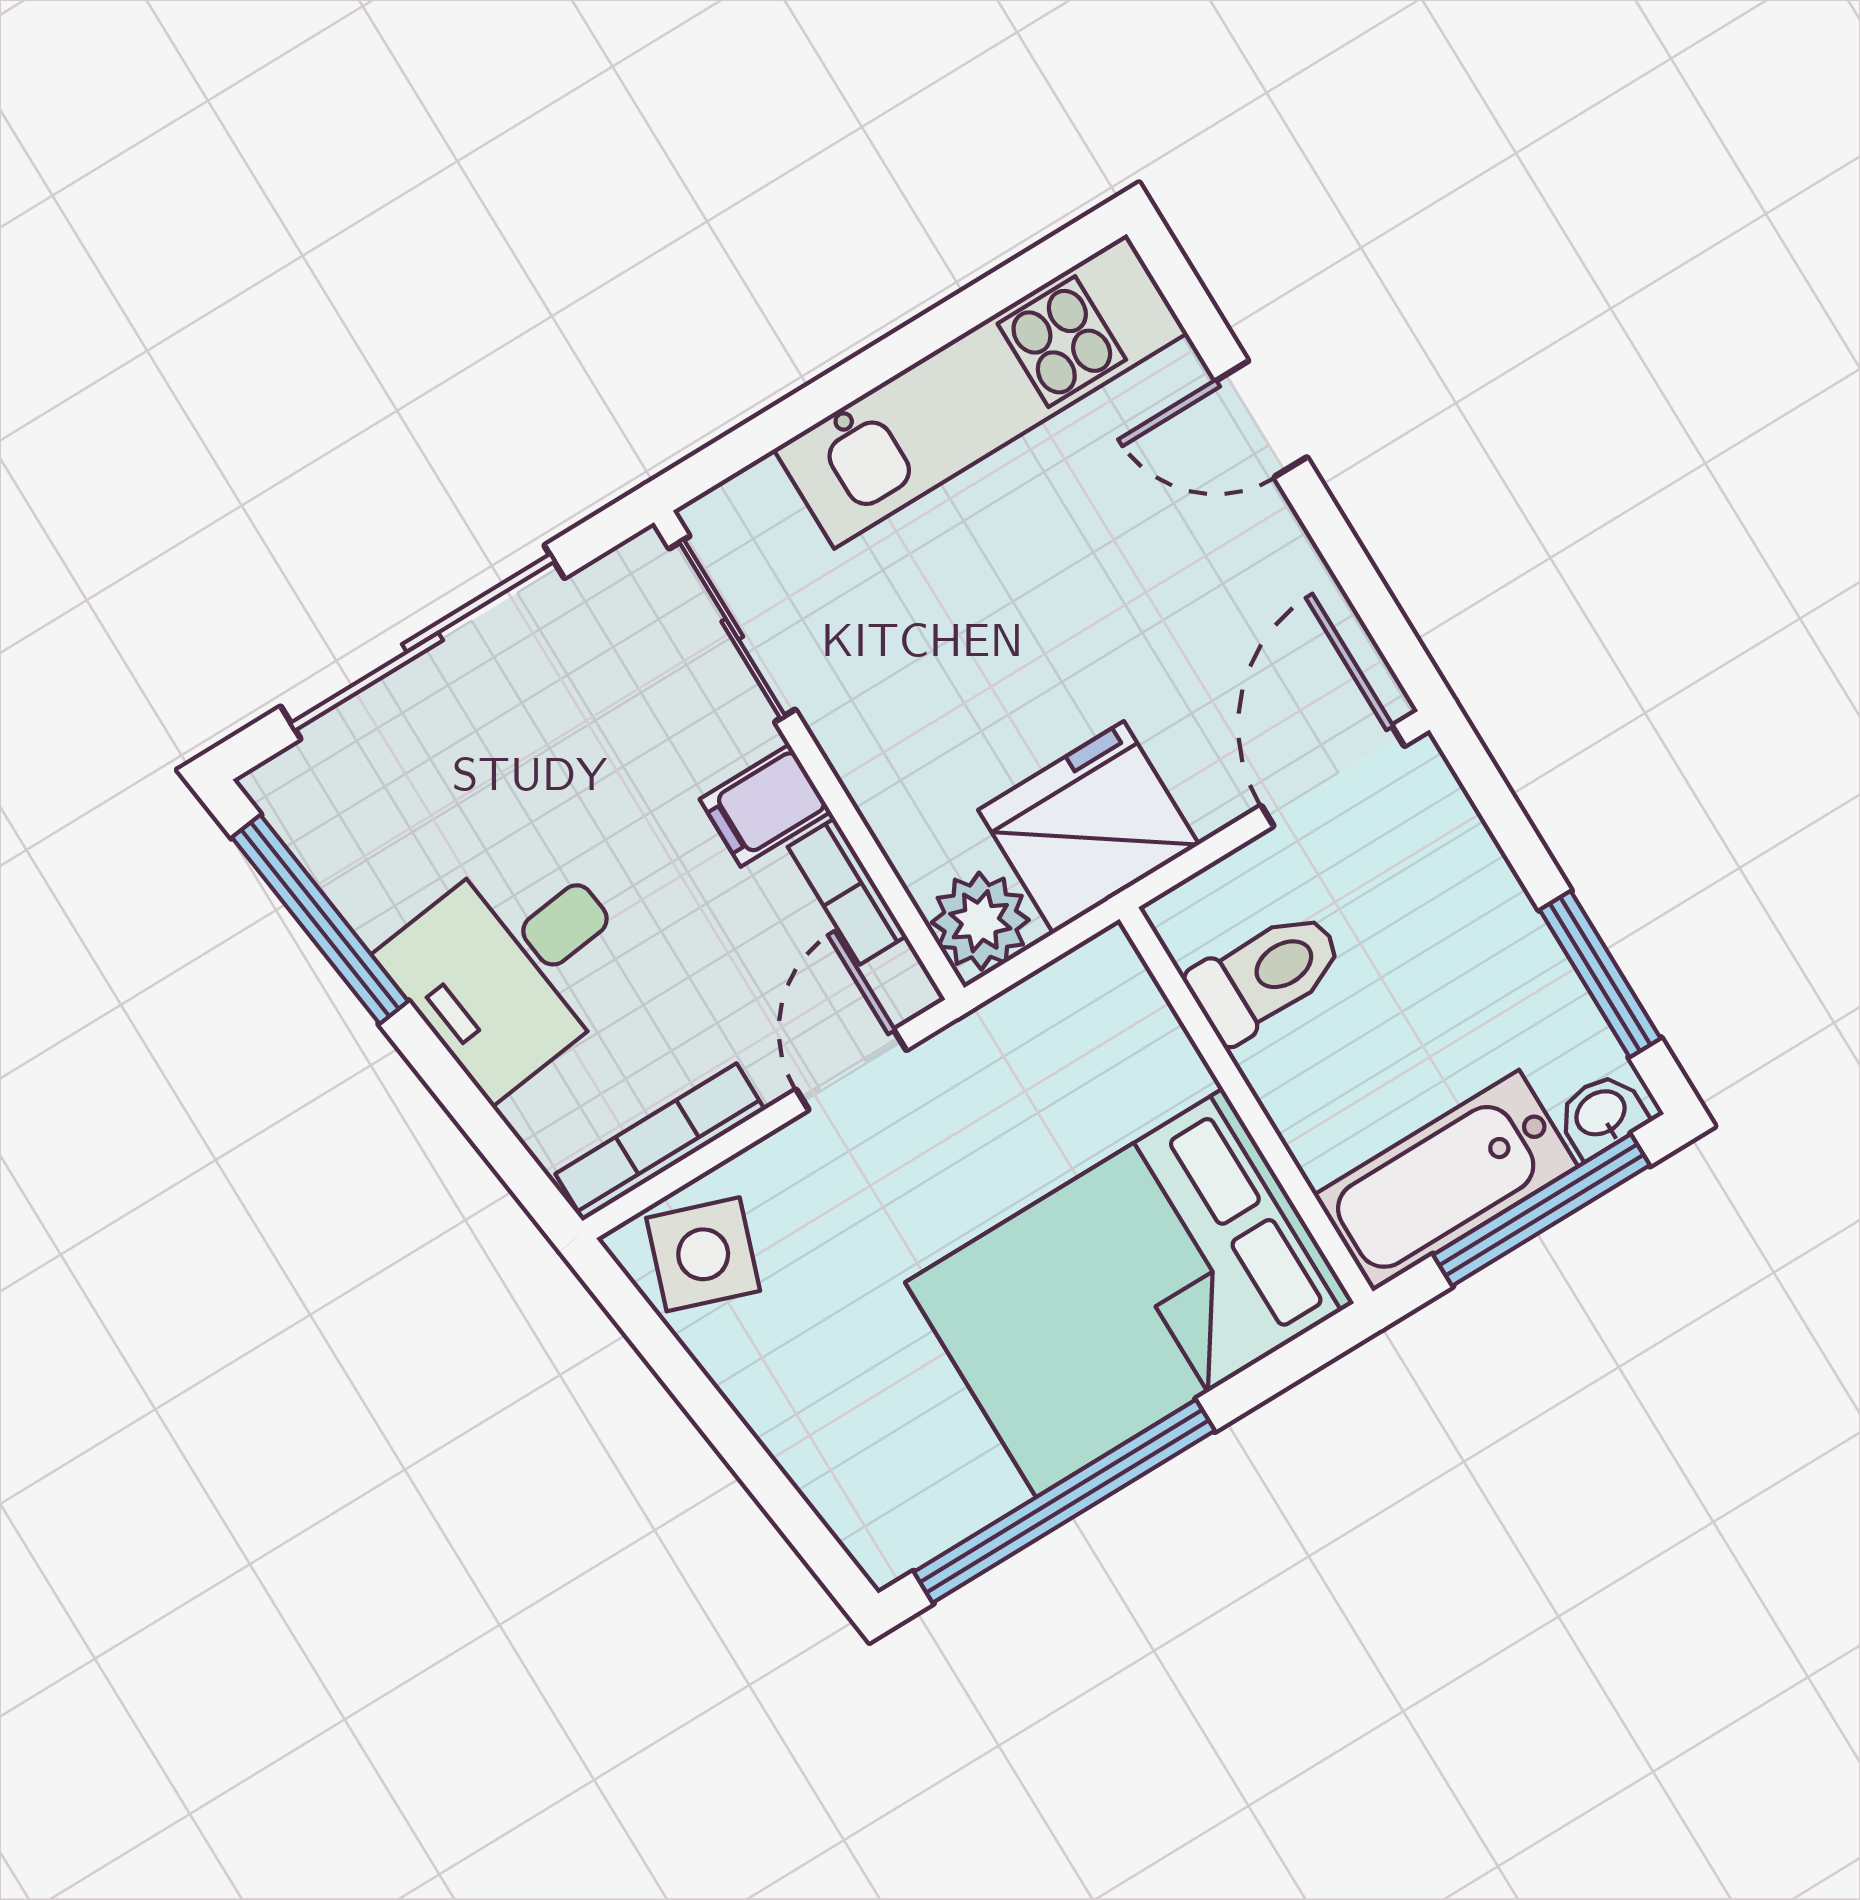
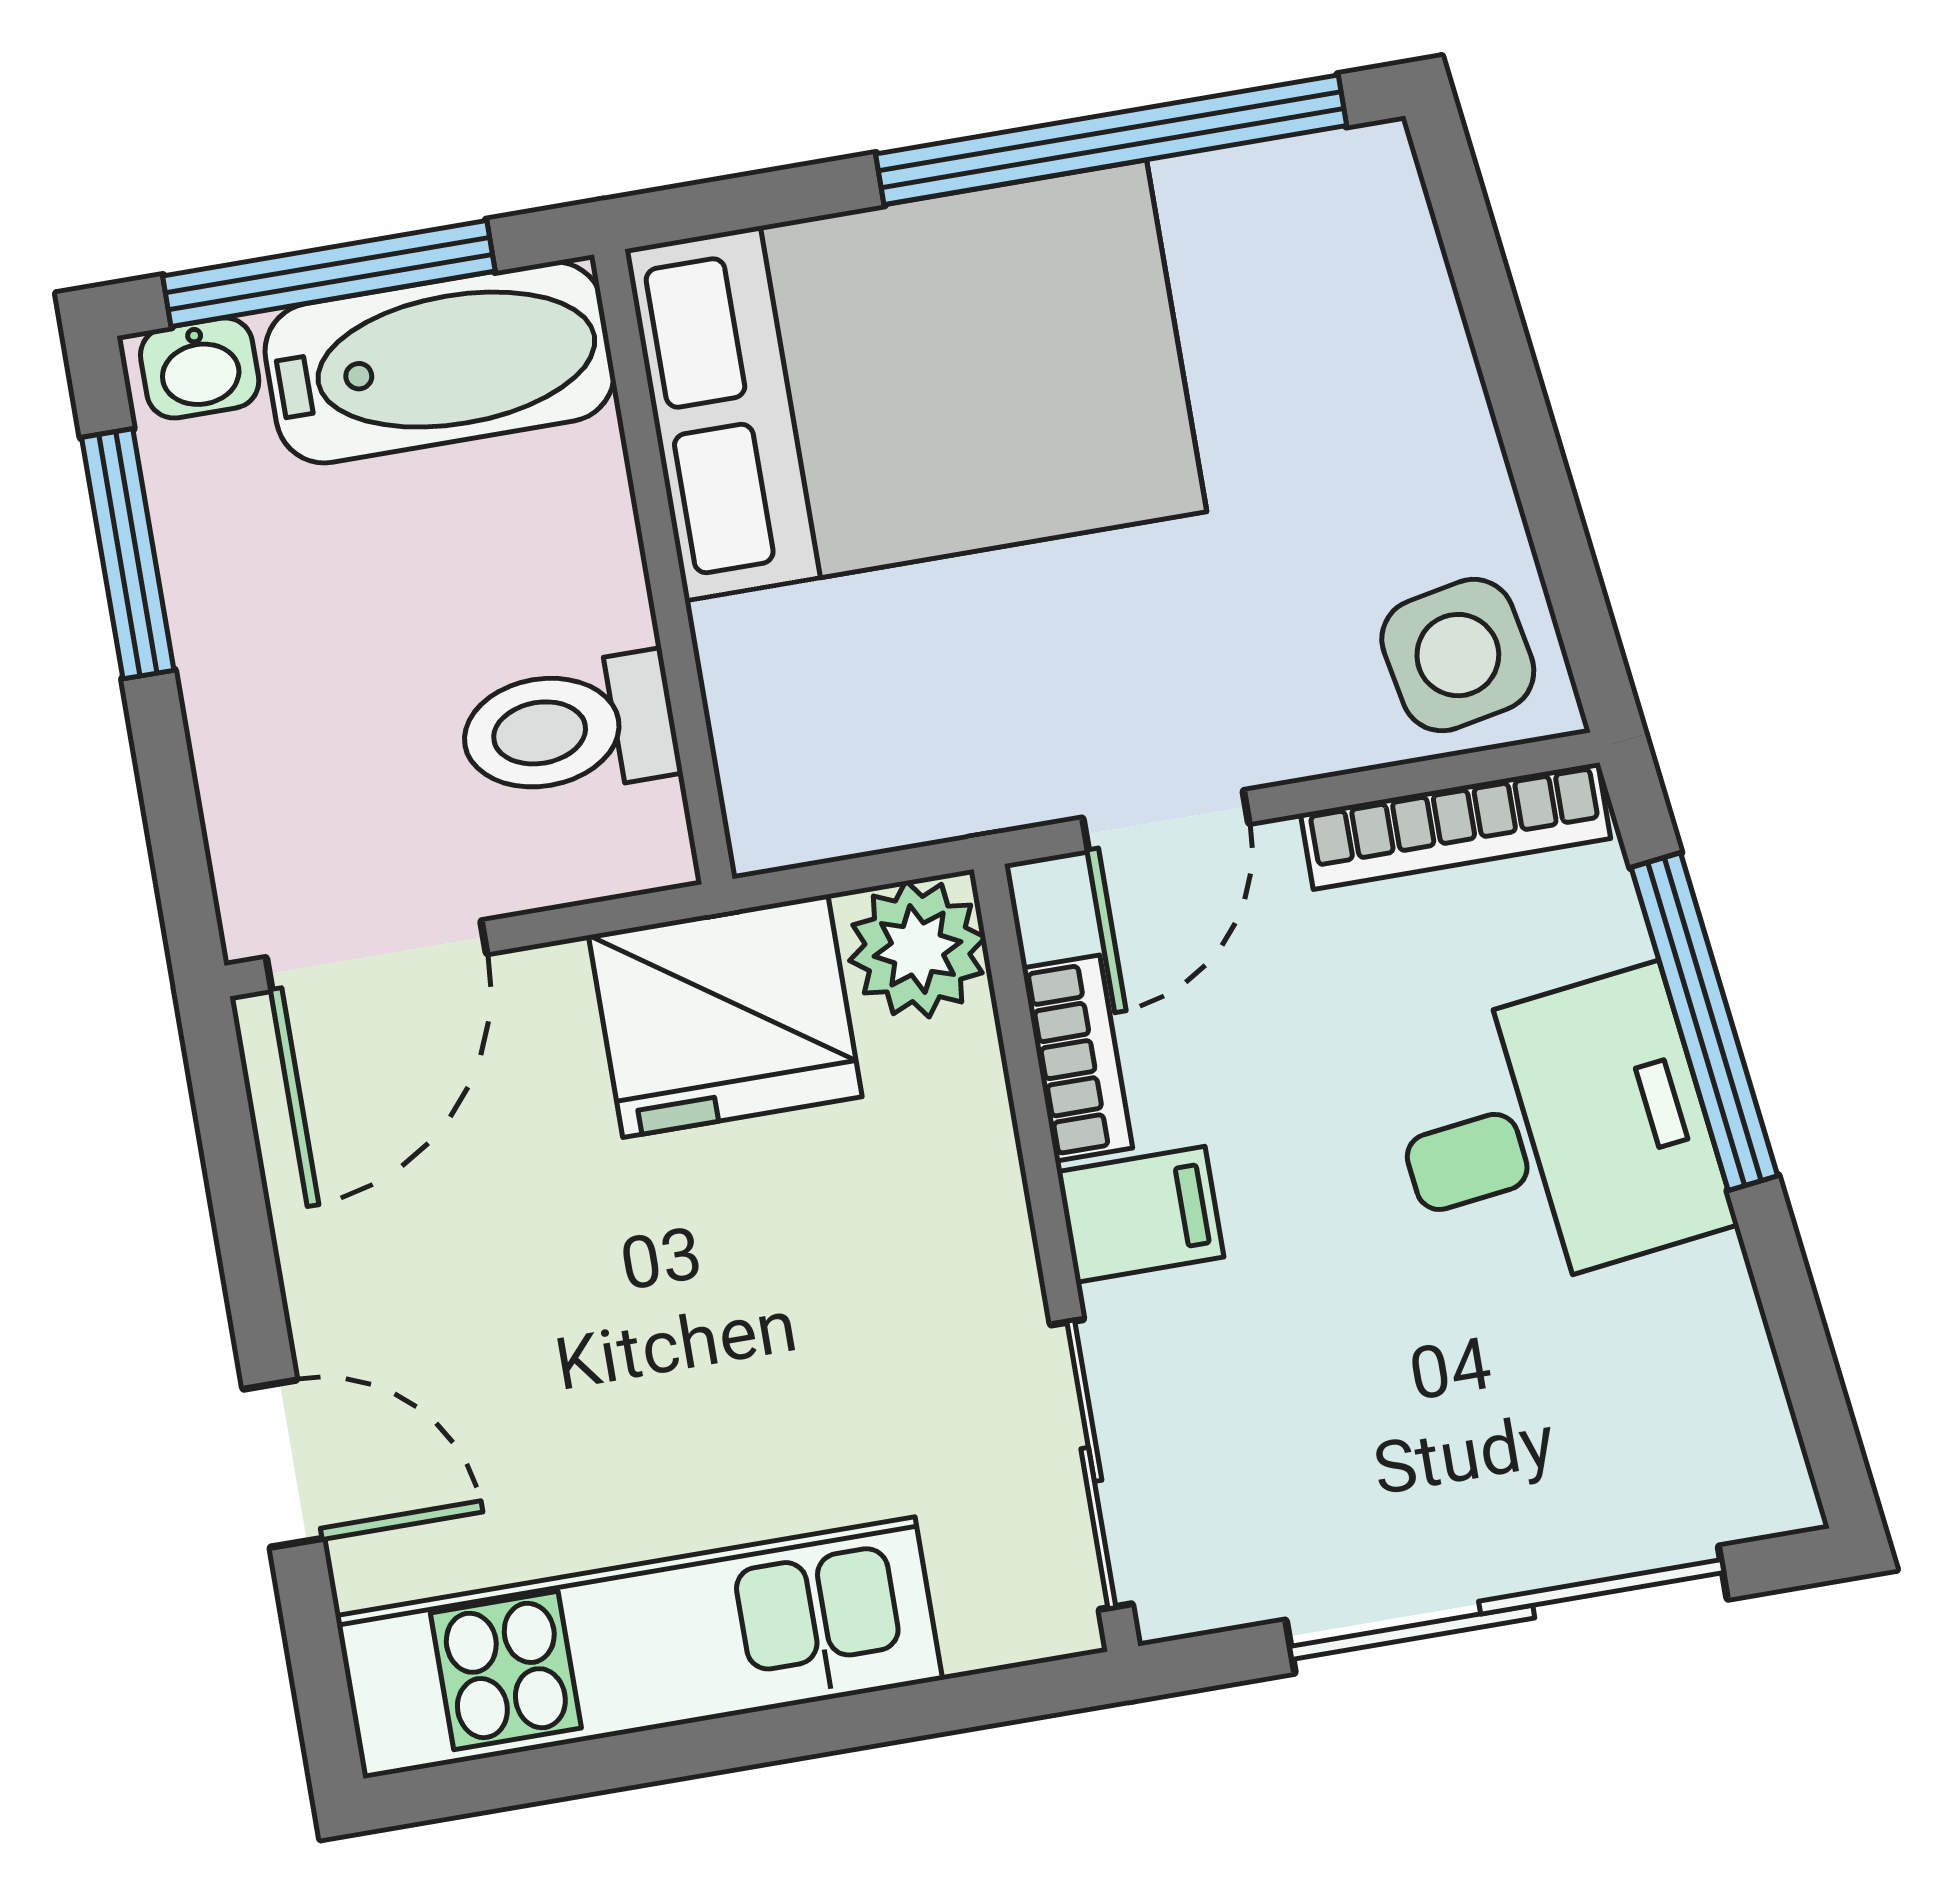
window: (320, 919) -> (1704, 1022), moved
side table: (703, 1254) -> (1458, 655), turned -30

